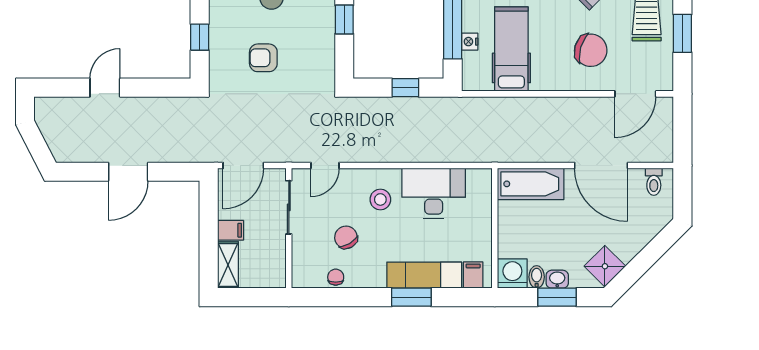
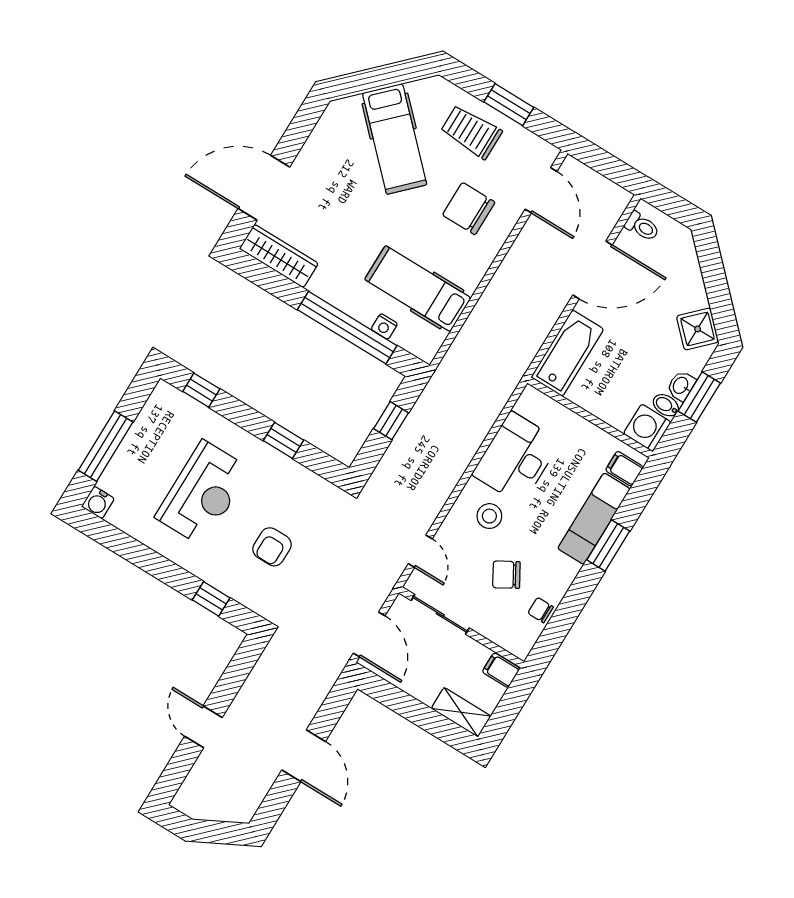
chair: (591, 50) -> (469, 209), turned -106
filing cabinet: (231, 230) -> (501, 670), moved, turned -90

